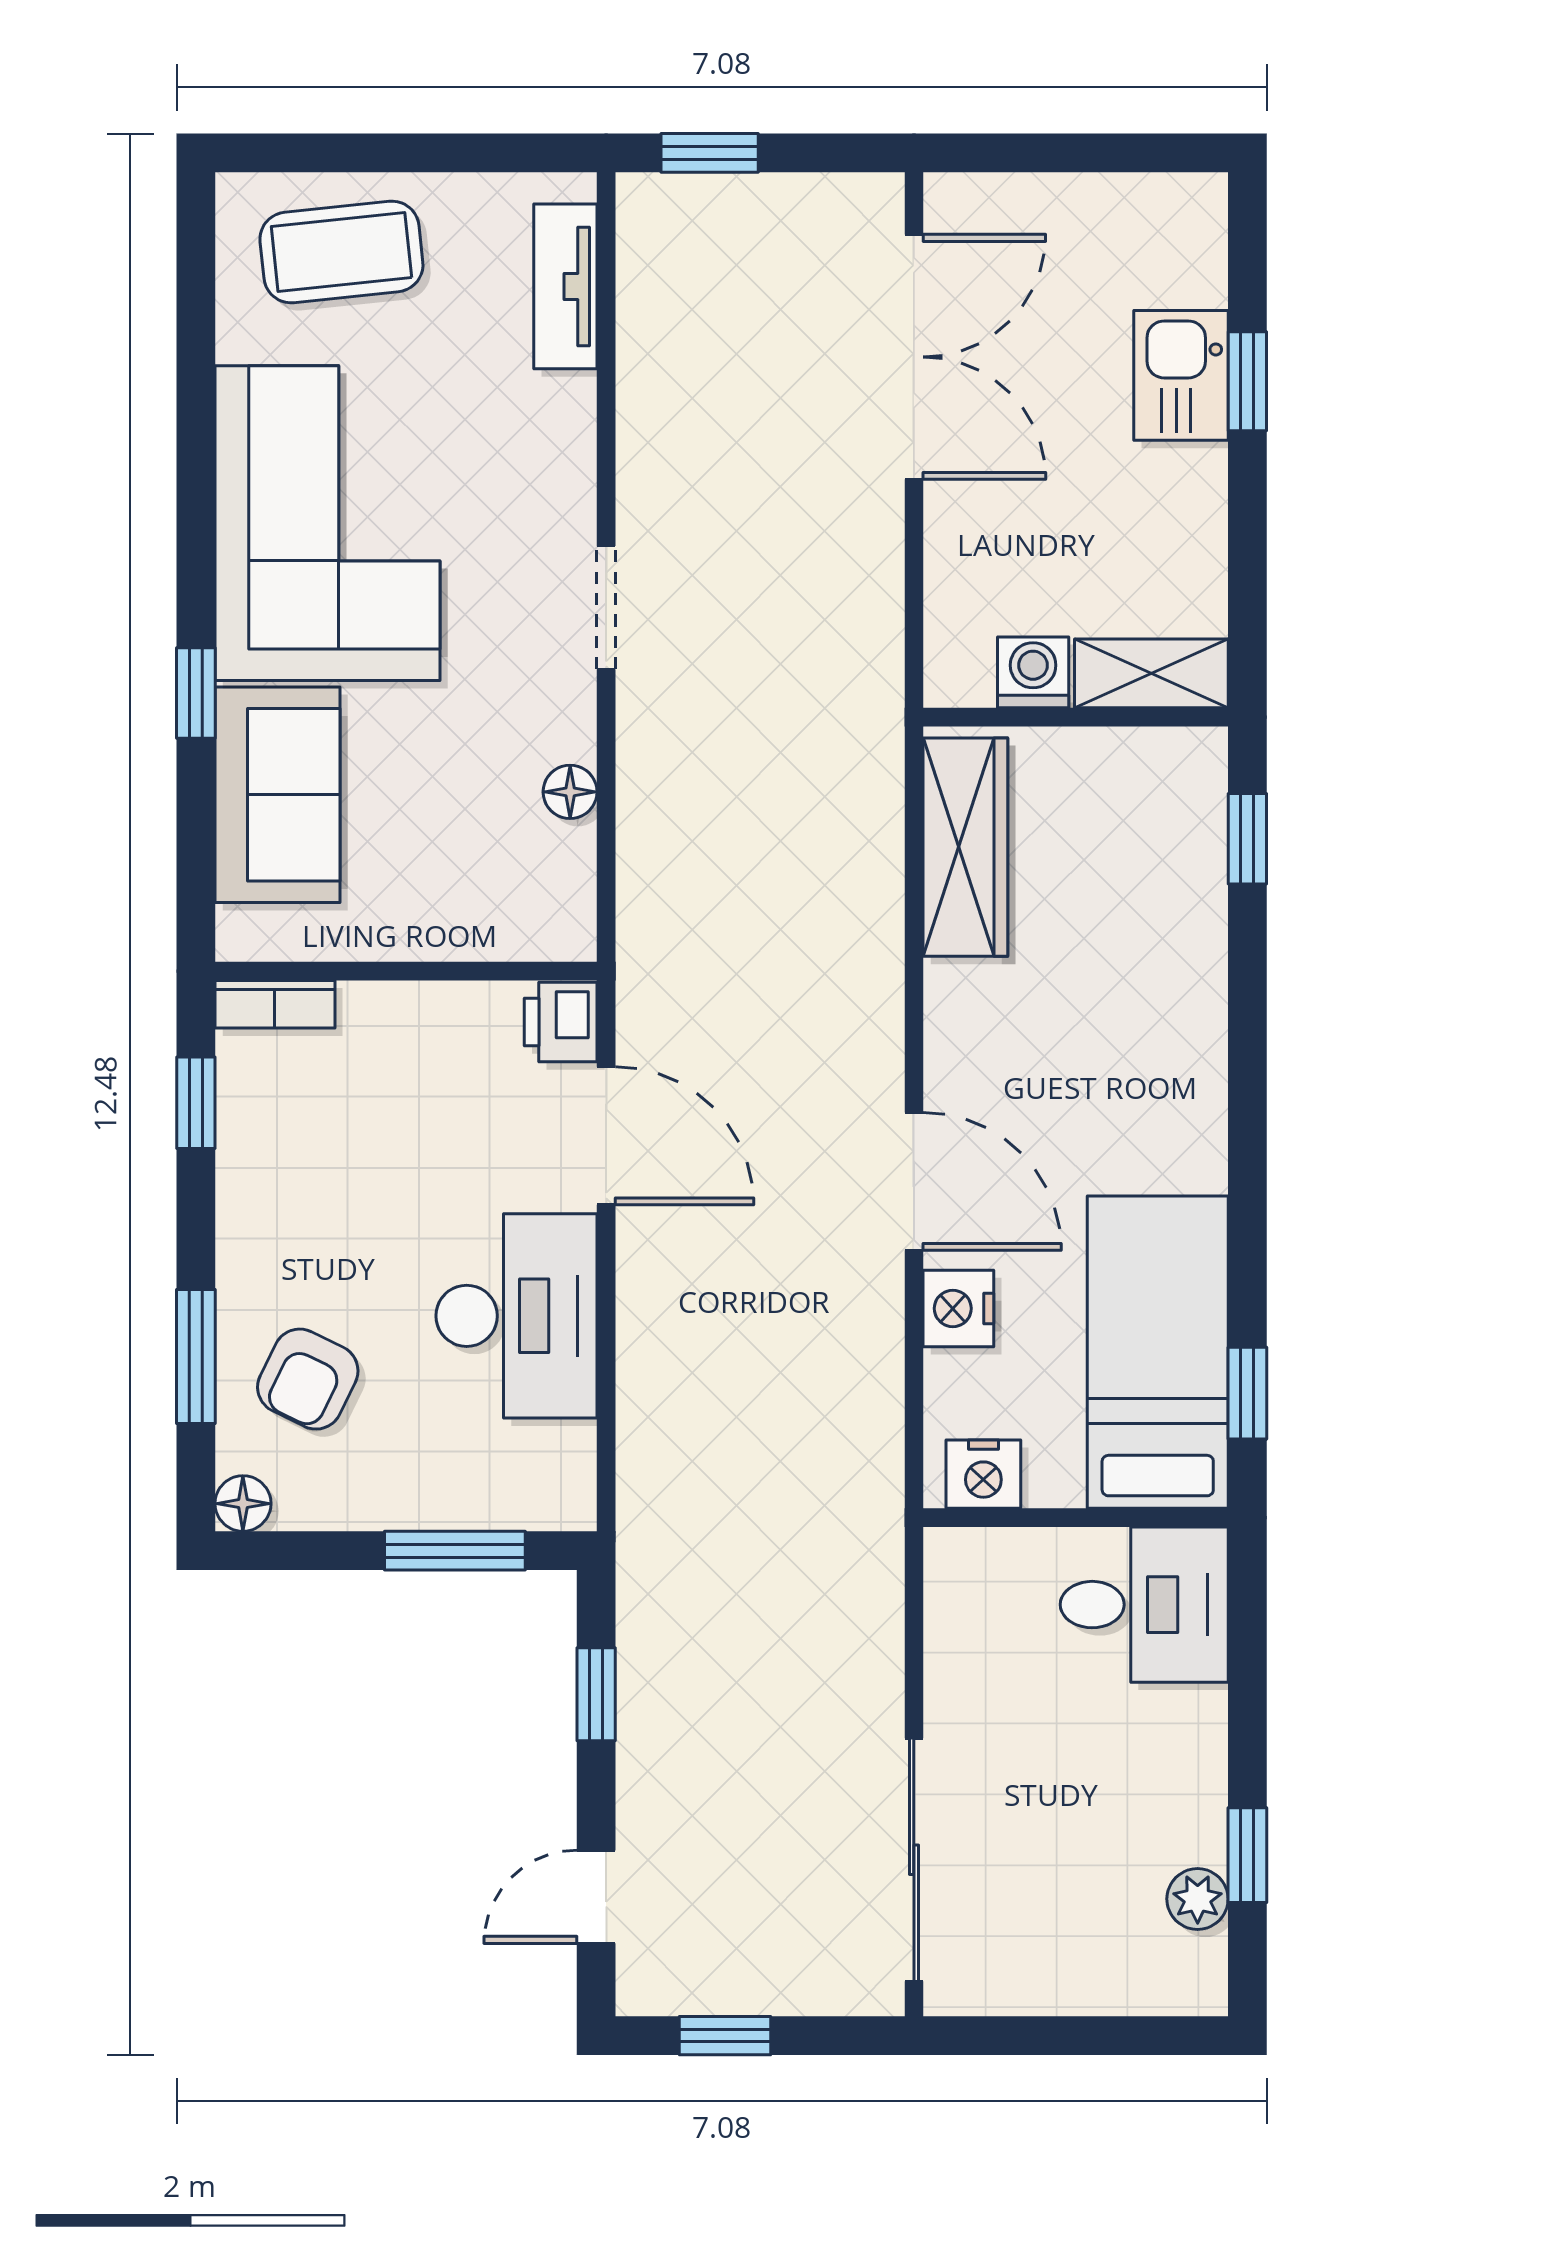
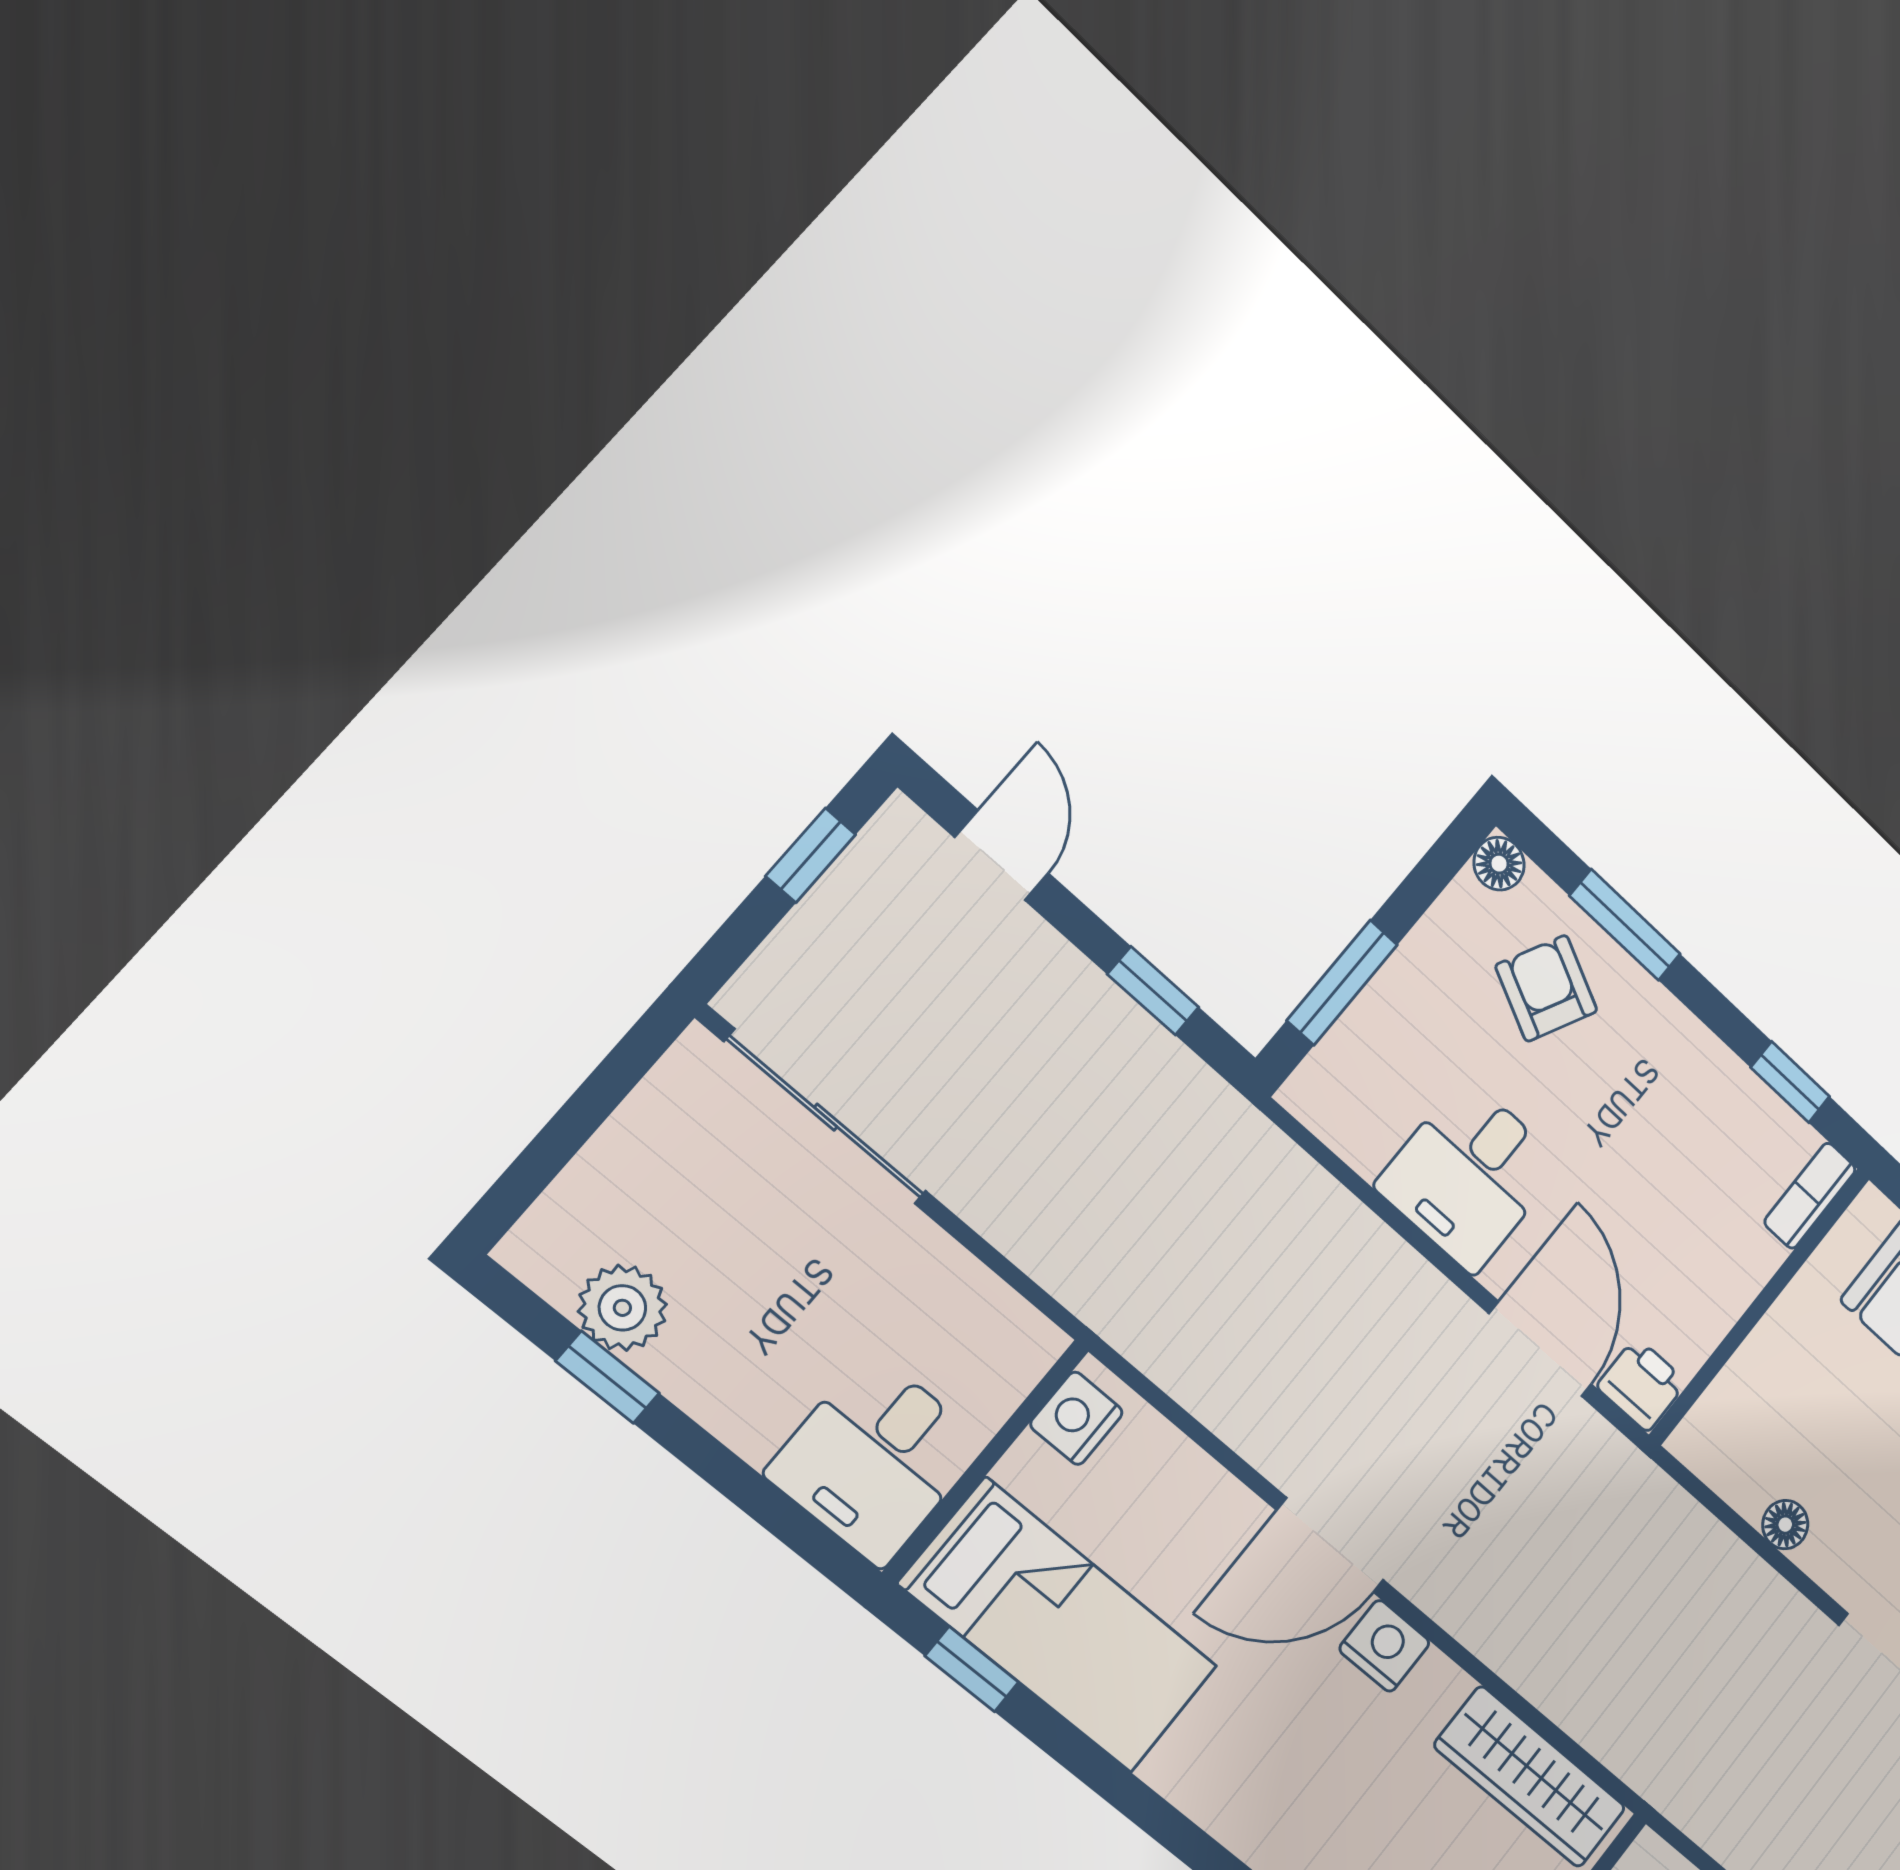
door: (606, 1136) -> (1540, 1349), swing flipped
nightstand: (958, 1308) -> (1384, 1646), moved
desk: (516, 1316) -> (1469, 1175), width x0.73
plant: (1198, 1899) -> (622, 1308), width x1.38, depth x1.38

